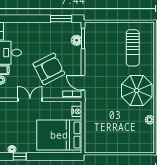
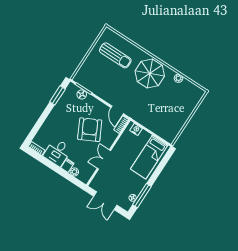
door: (83, 83) -> (117, 111), hinge flipped
bed: (59, 135) -> (149, 157), width x0.67
window: (20, 156) -> (142, 196), width x2.17

